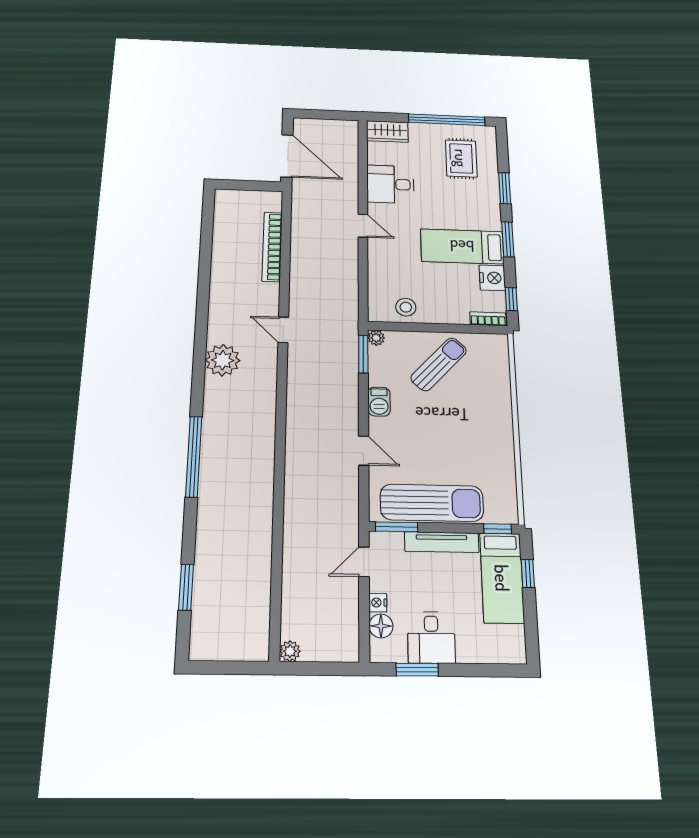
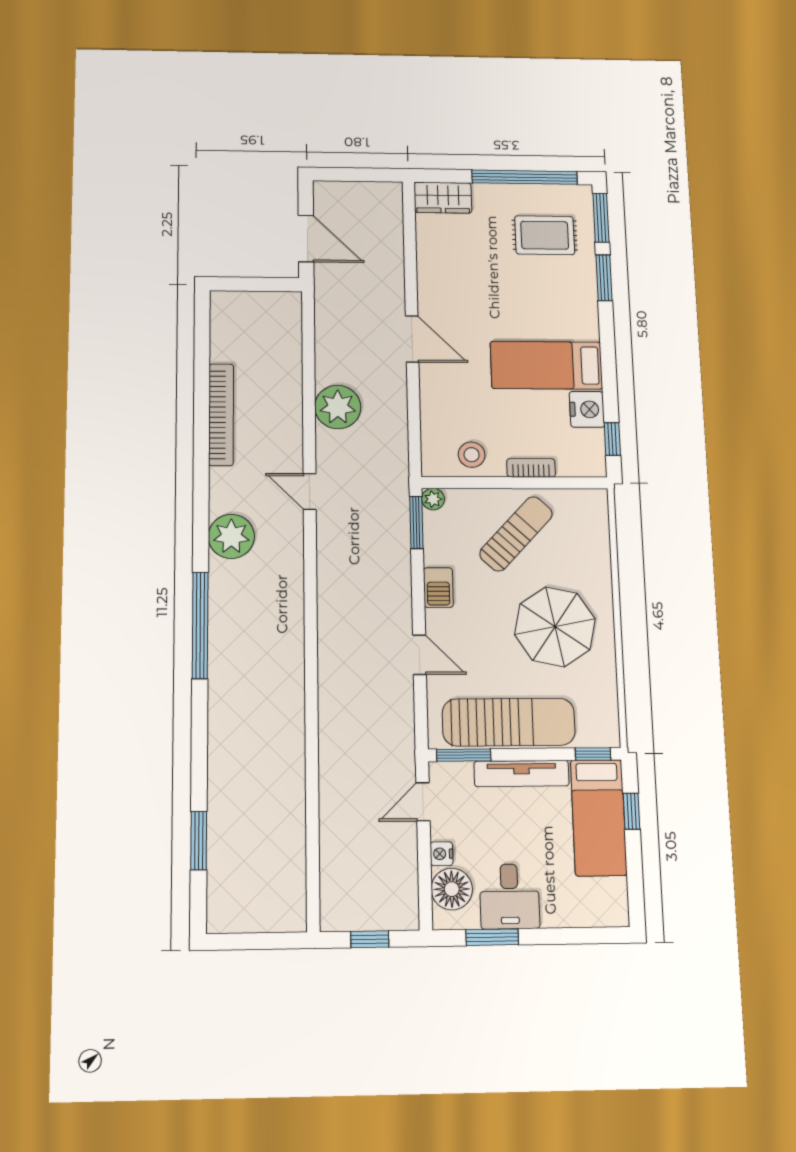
door: (287, 156) -> (306, 239), width x0.73
rug: (461, 158) -> (545, 235), turned 90
desk: (390, 184) -> (448, 277), removed
door: (363, 226) -> (412, 339), width x1.38
window: (508, 239) -> (601, 218), moved
bookcase: (272, 247) -> (221, 415), moved, turned 180
bookcase: (488, 319) -> (531, 468), moved
parasol: (468, 433) -> (555, 627), added
window: (194, 456) -> (200, 625), moved
floor lamp: (381, 626) -> (452, 889), width x1.38, depth x1.38
plant: (290, 651) -> (338, 407), moved, width x1.88, depth x1.88
window: (319, 669) -> (370, 939), added

